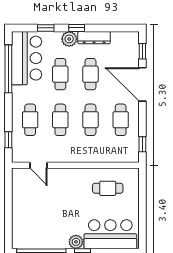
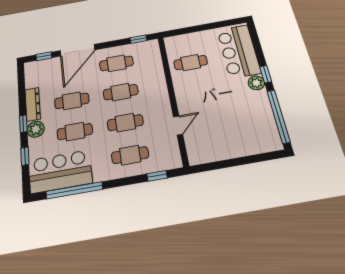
door: (38, 165) -> (178, 125), moved
cafe table: (108, 188) -> (191, 63), turned 90

